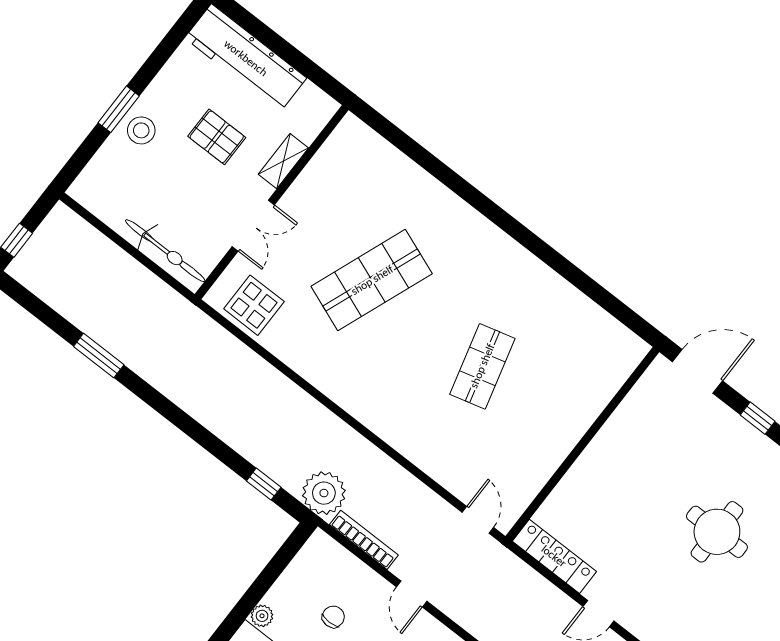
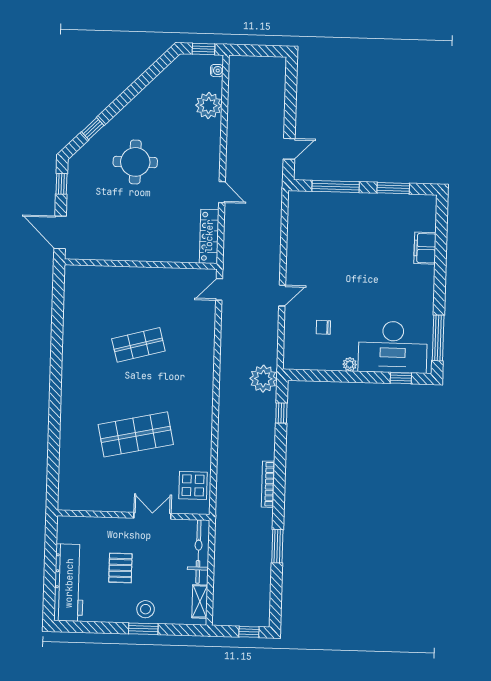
shelving: (283, 161) -> (200, 601), moved, turned 90
shop shelf: (372, 280) -> (136, 434), turned -33
bookcase: (364, 540) -> (268, 484), moved

